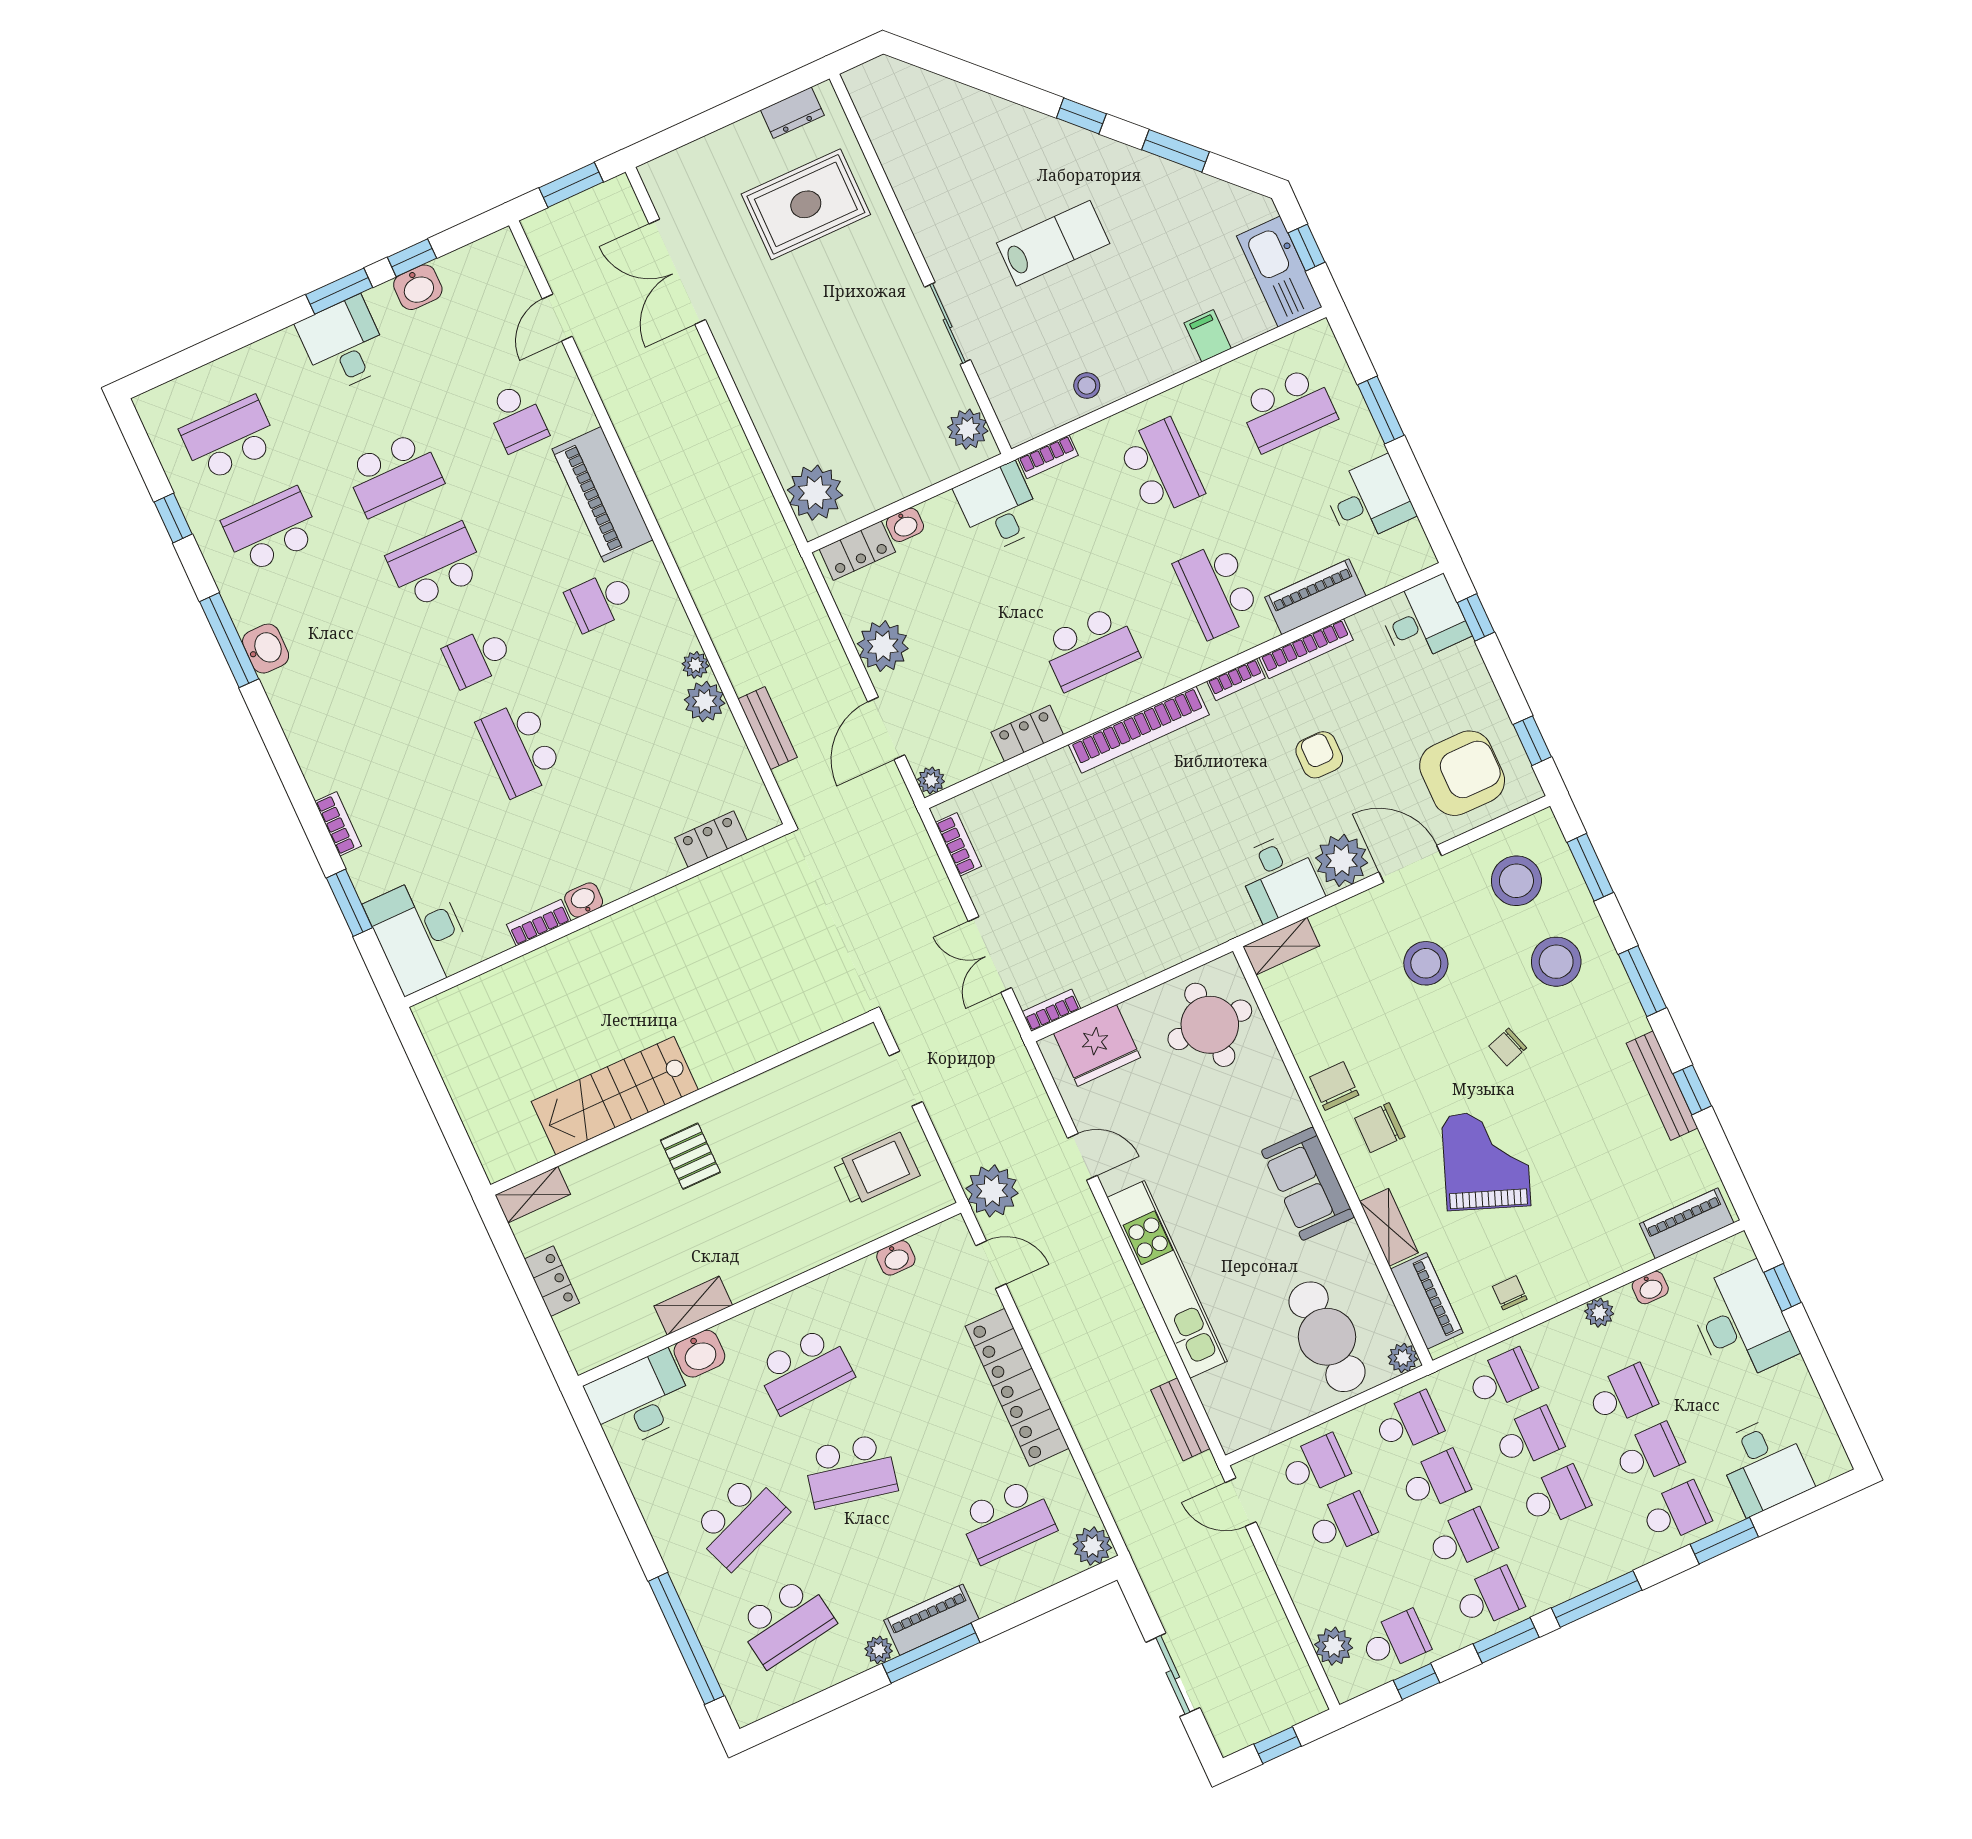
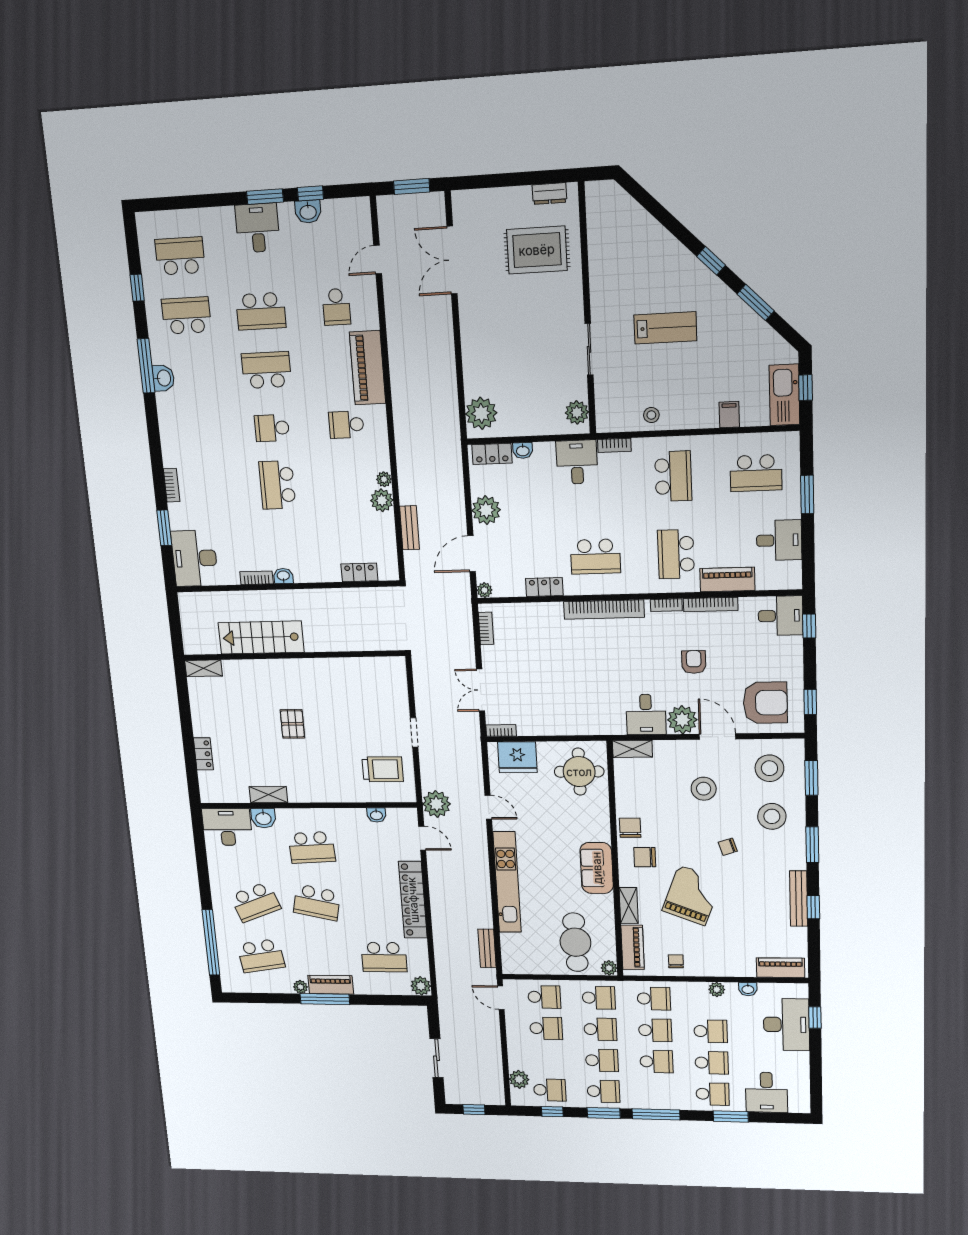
stairs: (615, 1096) -> (261, 637), moved
wall: (682, 1103) -> (293, 655), moved
shelving: (533, 1195) -> (204, 668), moved

